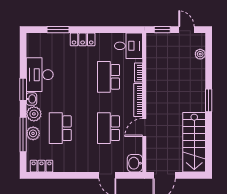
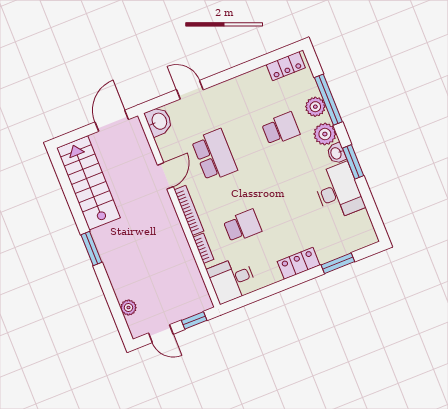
school desk: (108, 77) -> (242, 226), width x0.54
school desk: (60, 128) -> (281, 129), width x0.54

